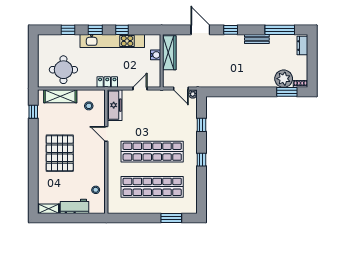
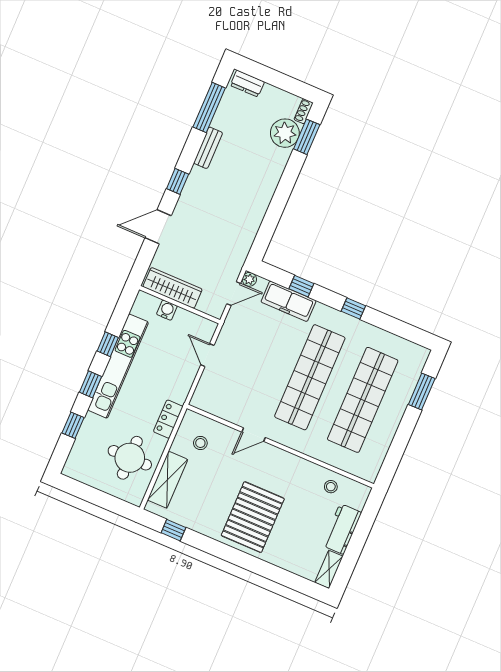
locker: (107, 82) -> (168, 419), moved
freezer: (115, 105) -> (289, 301), moved, turned 180
pallet: (60, 153) -> (253, 517), turned 90

